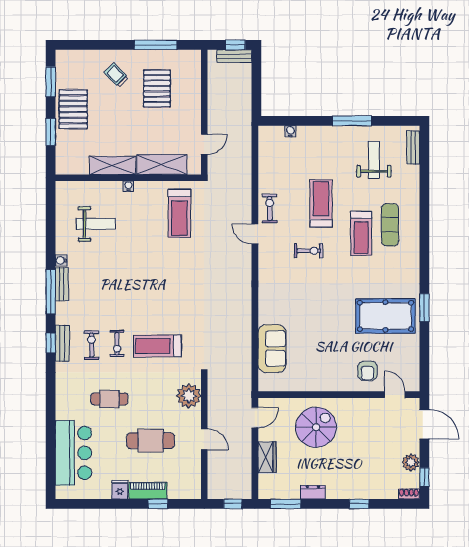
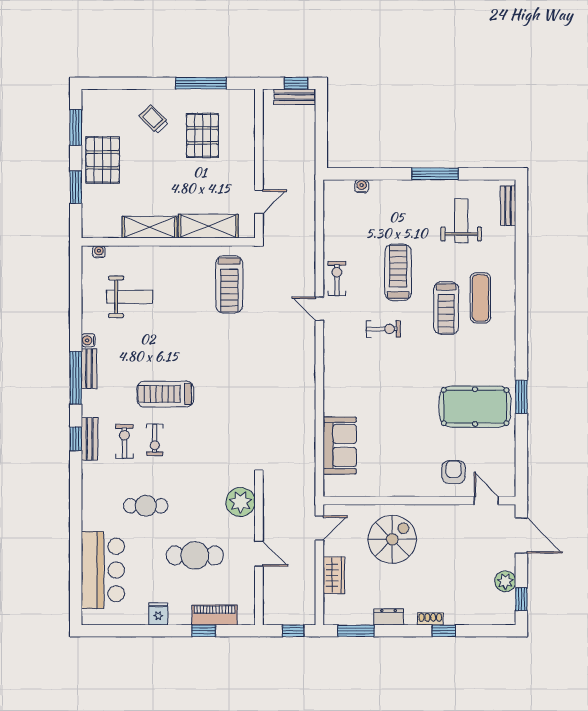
water cooler: (128, 186) -> (99, 252), moved
treadmill: (157, 346) -> (165, 394), moved
armchair: (367, 371) -> (454, 472), turned 180
piano: (148, 491) -> (215, 615), moved
shoe rack: (409, 494) -> (430, 619), moved

